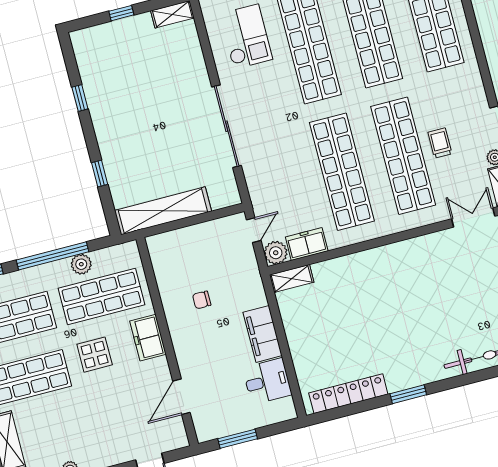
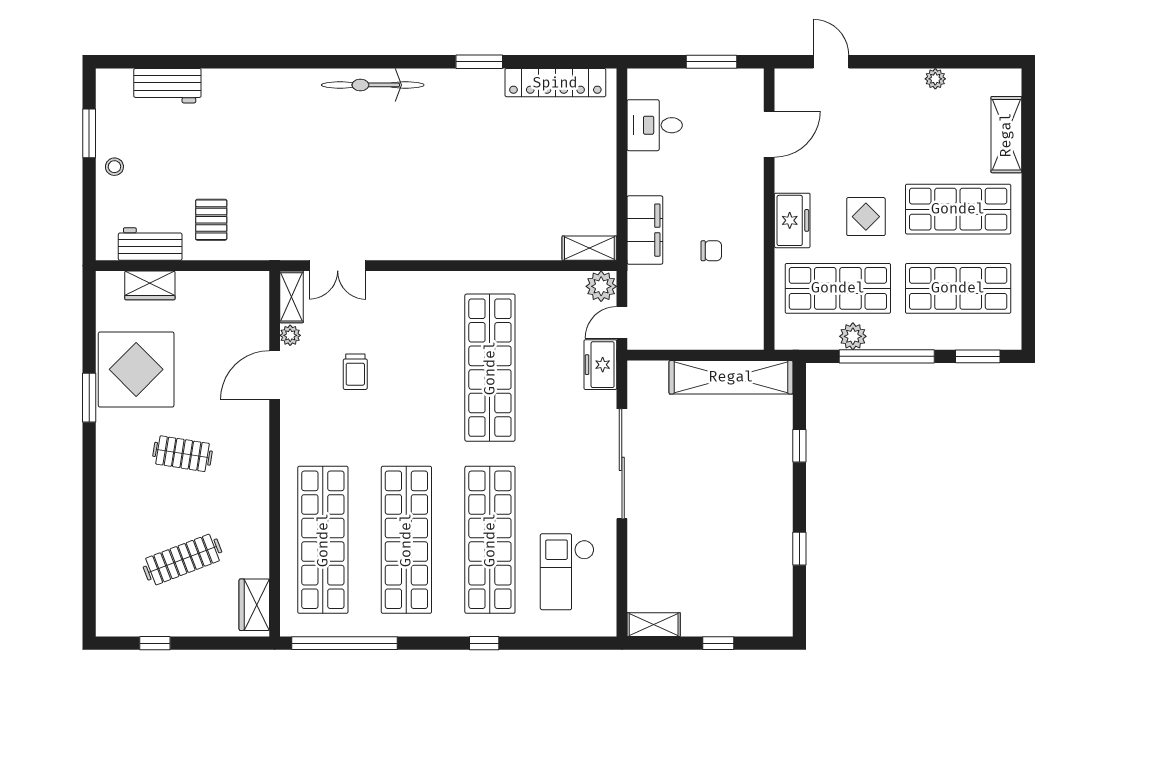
shop shelf: (403, 156) -> (406, 368), removed
freezer: (307, 244) -> (600, 365), moved, turned 90
filing cabinet: (263, 334) -> (645, 230), moved

